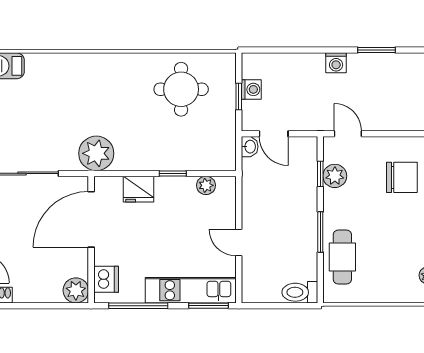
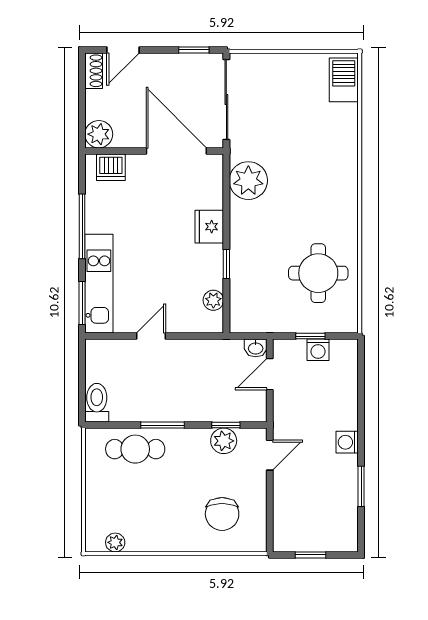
door: (91, 219) -> (176, 151), moved
wall: (91, 240) -> (154, 151), moved
dishwasher: (106, 279) -> (111, 167), moved
plant: (76, 290) -> (99, 134), moved

